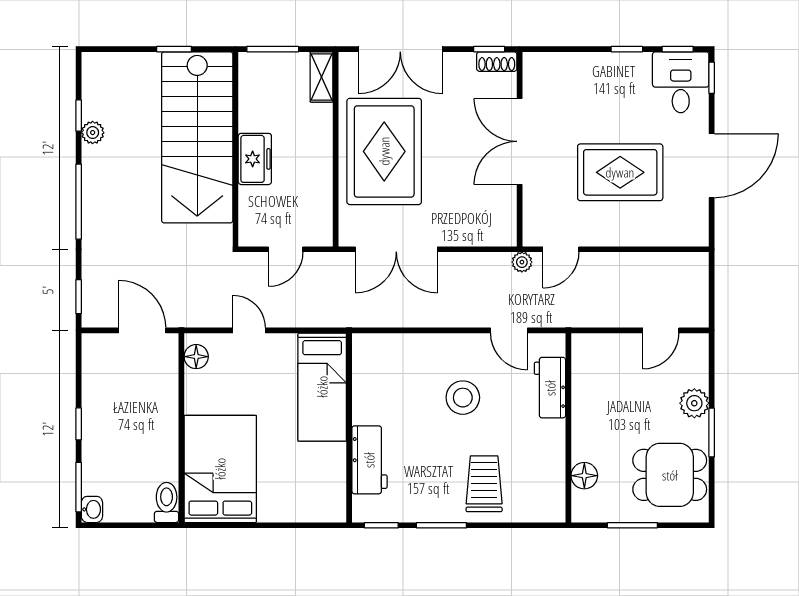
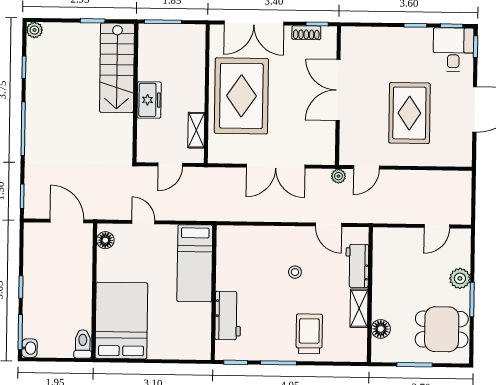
shoe rack: (497, 62) -> (306, 33), moved
shelving: (322, 77) -> (196, 130), moved
plant: (93, 133) -> (34, 30), moved
stairs: (197, 137) -> (117, 68), width x0.73, depth x0.66
rug: (620, 172) -> (409, 113), turned 90
double door: (396, 249) -> (276, 166), moved
stool: (463, 398) -> (295, 272), width x0.53, depth x0.53
shelving: (553, 447) -> (359, 308), added

